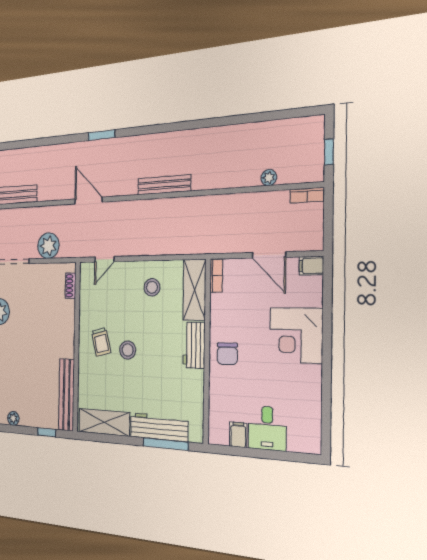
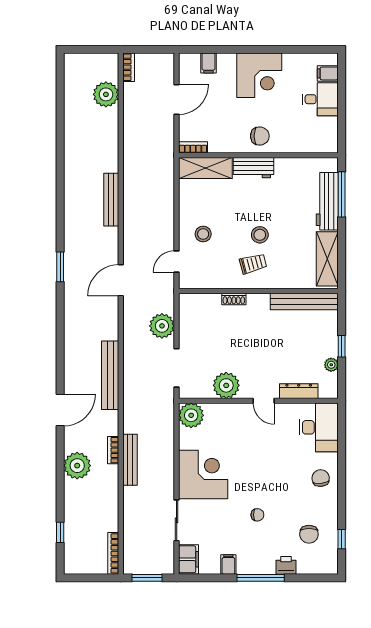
window: (329, 152) -> (95, 49), removed
plant: (269, 178) -> (106, 94), width x1.88, depth x1.88
door: (104, 259) -> (177, 261), swing flipped
filing cabinet: (311, 266) -> (209, 63), moved
shoe rack: (71, 286) -> (234, 299), moved
stool: (152, 287) -> (203, 234), moved
corner desk: (296, 335) -> (259, 75), moved
window: (47, 432) -> (342, 346), moved
filing cabinet: (238, 435) -> (328, 73), moved

